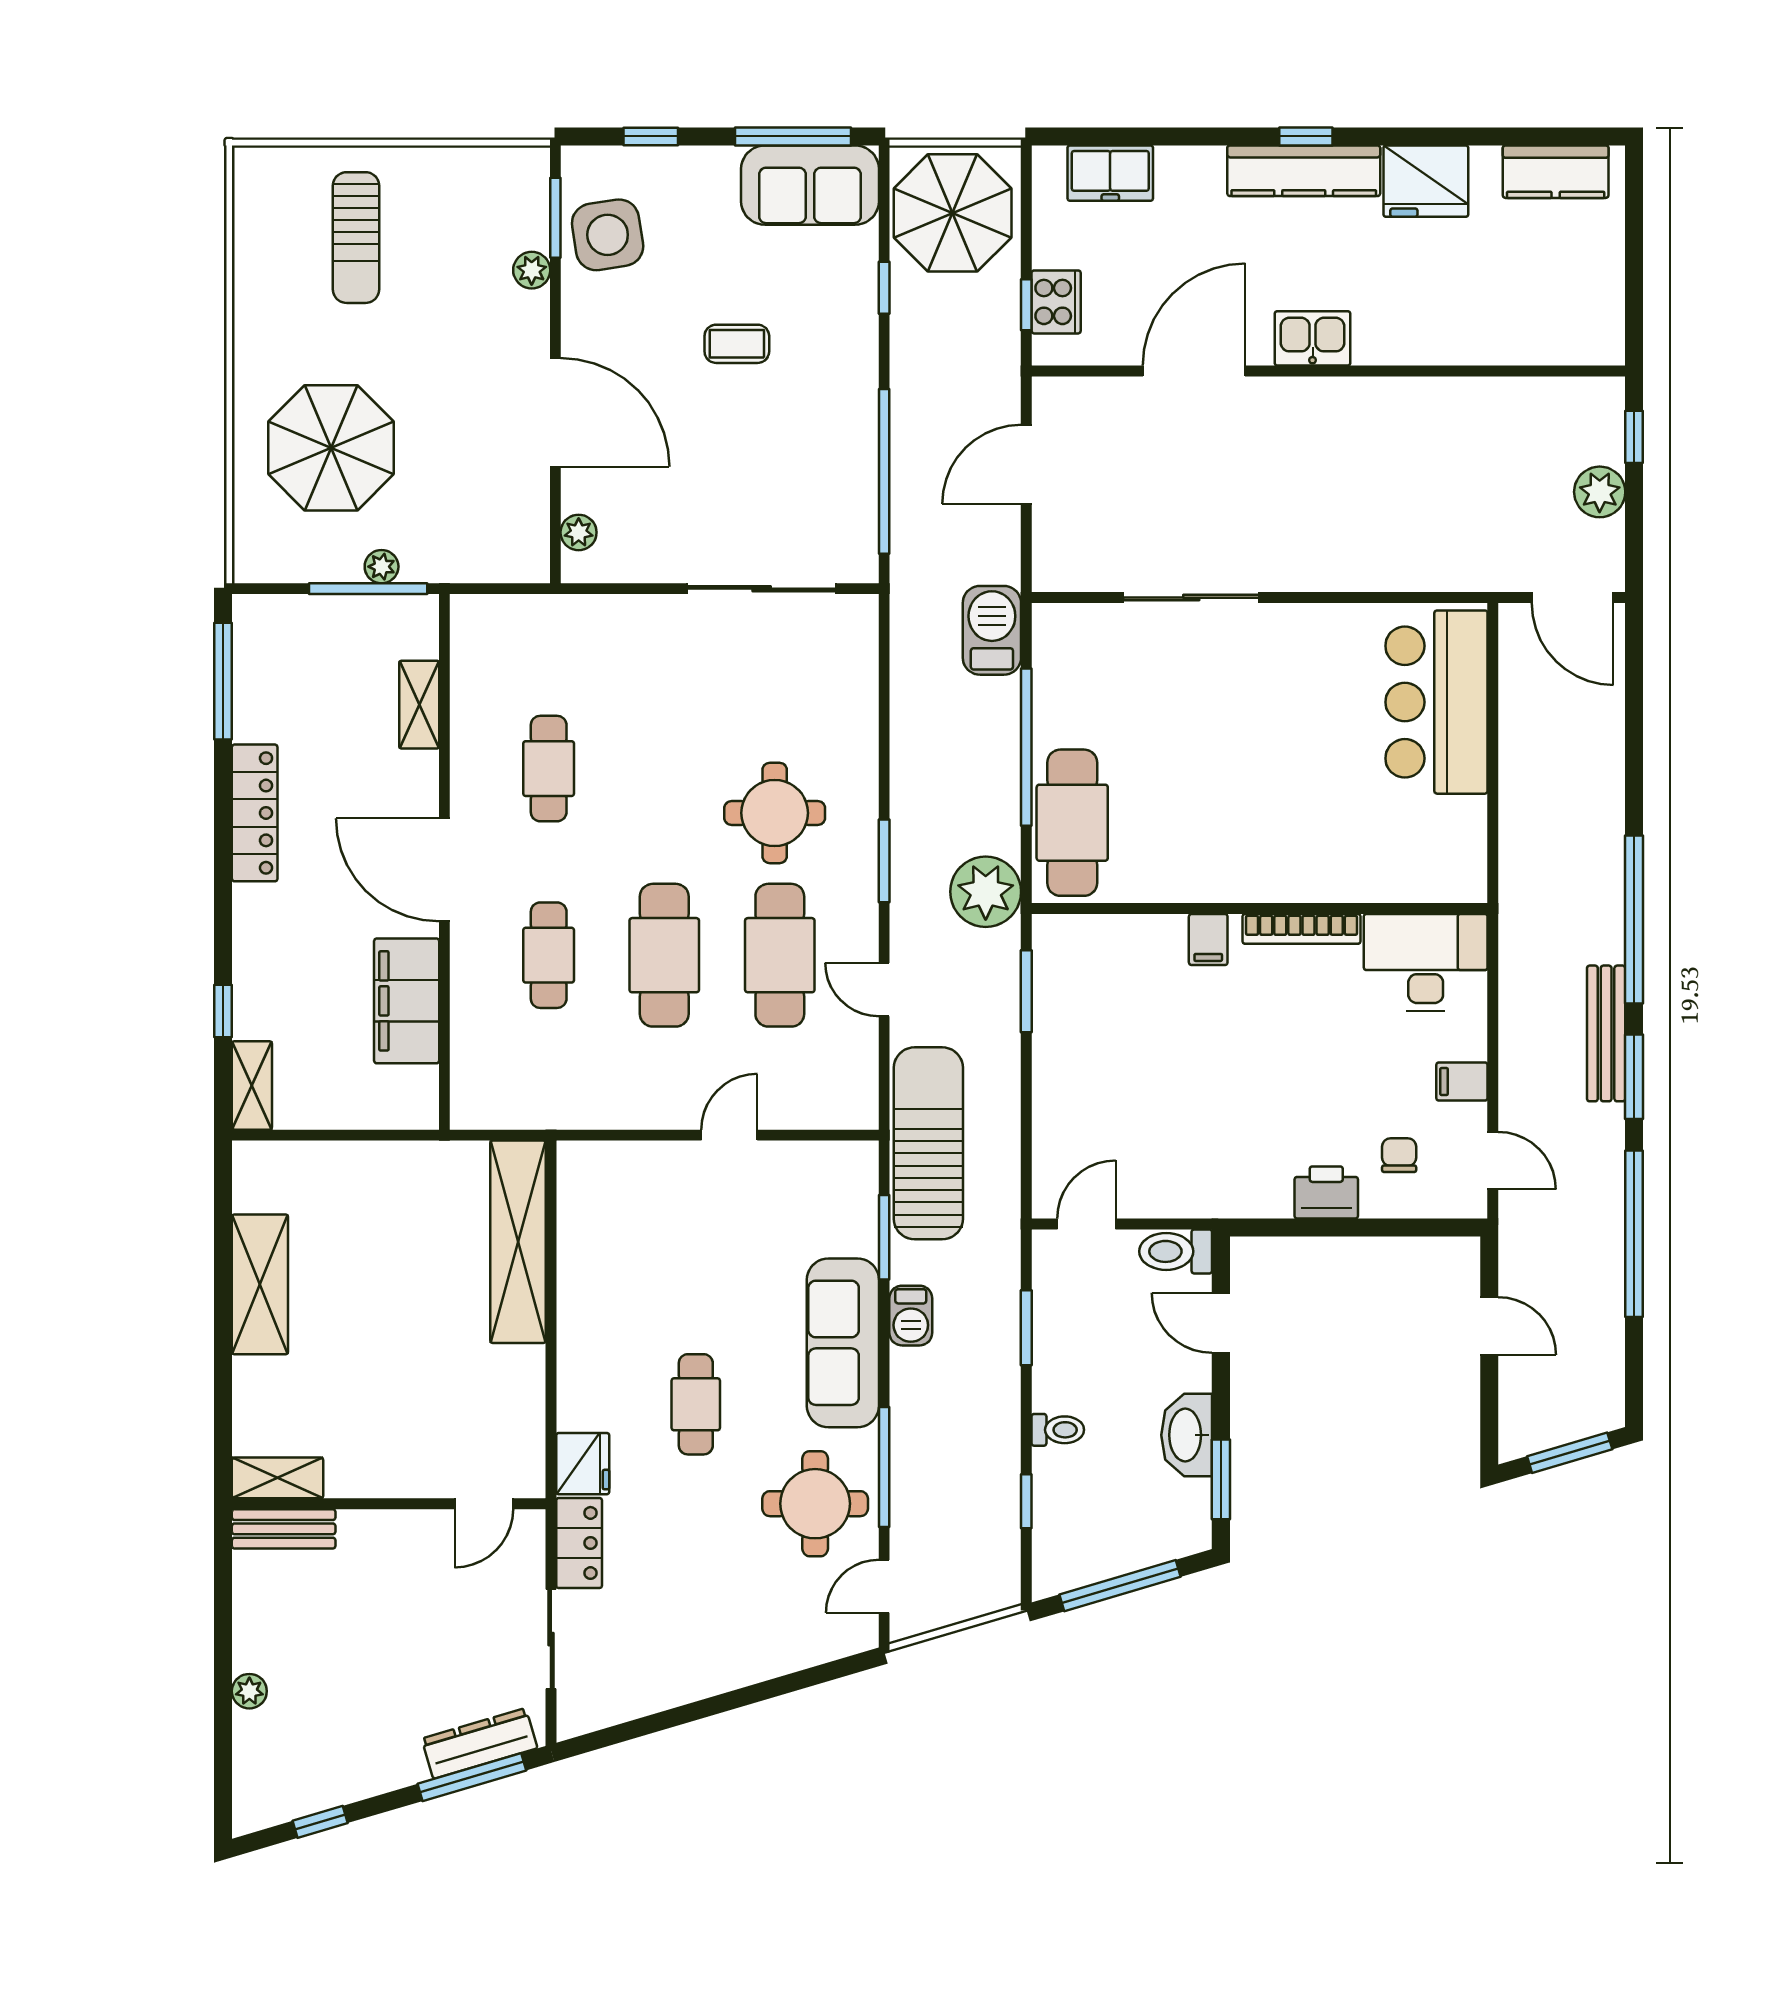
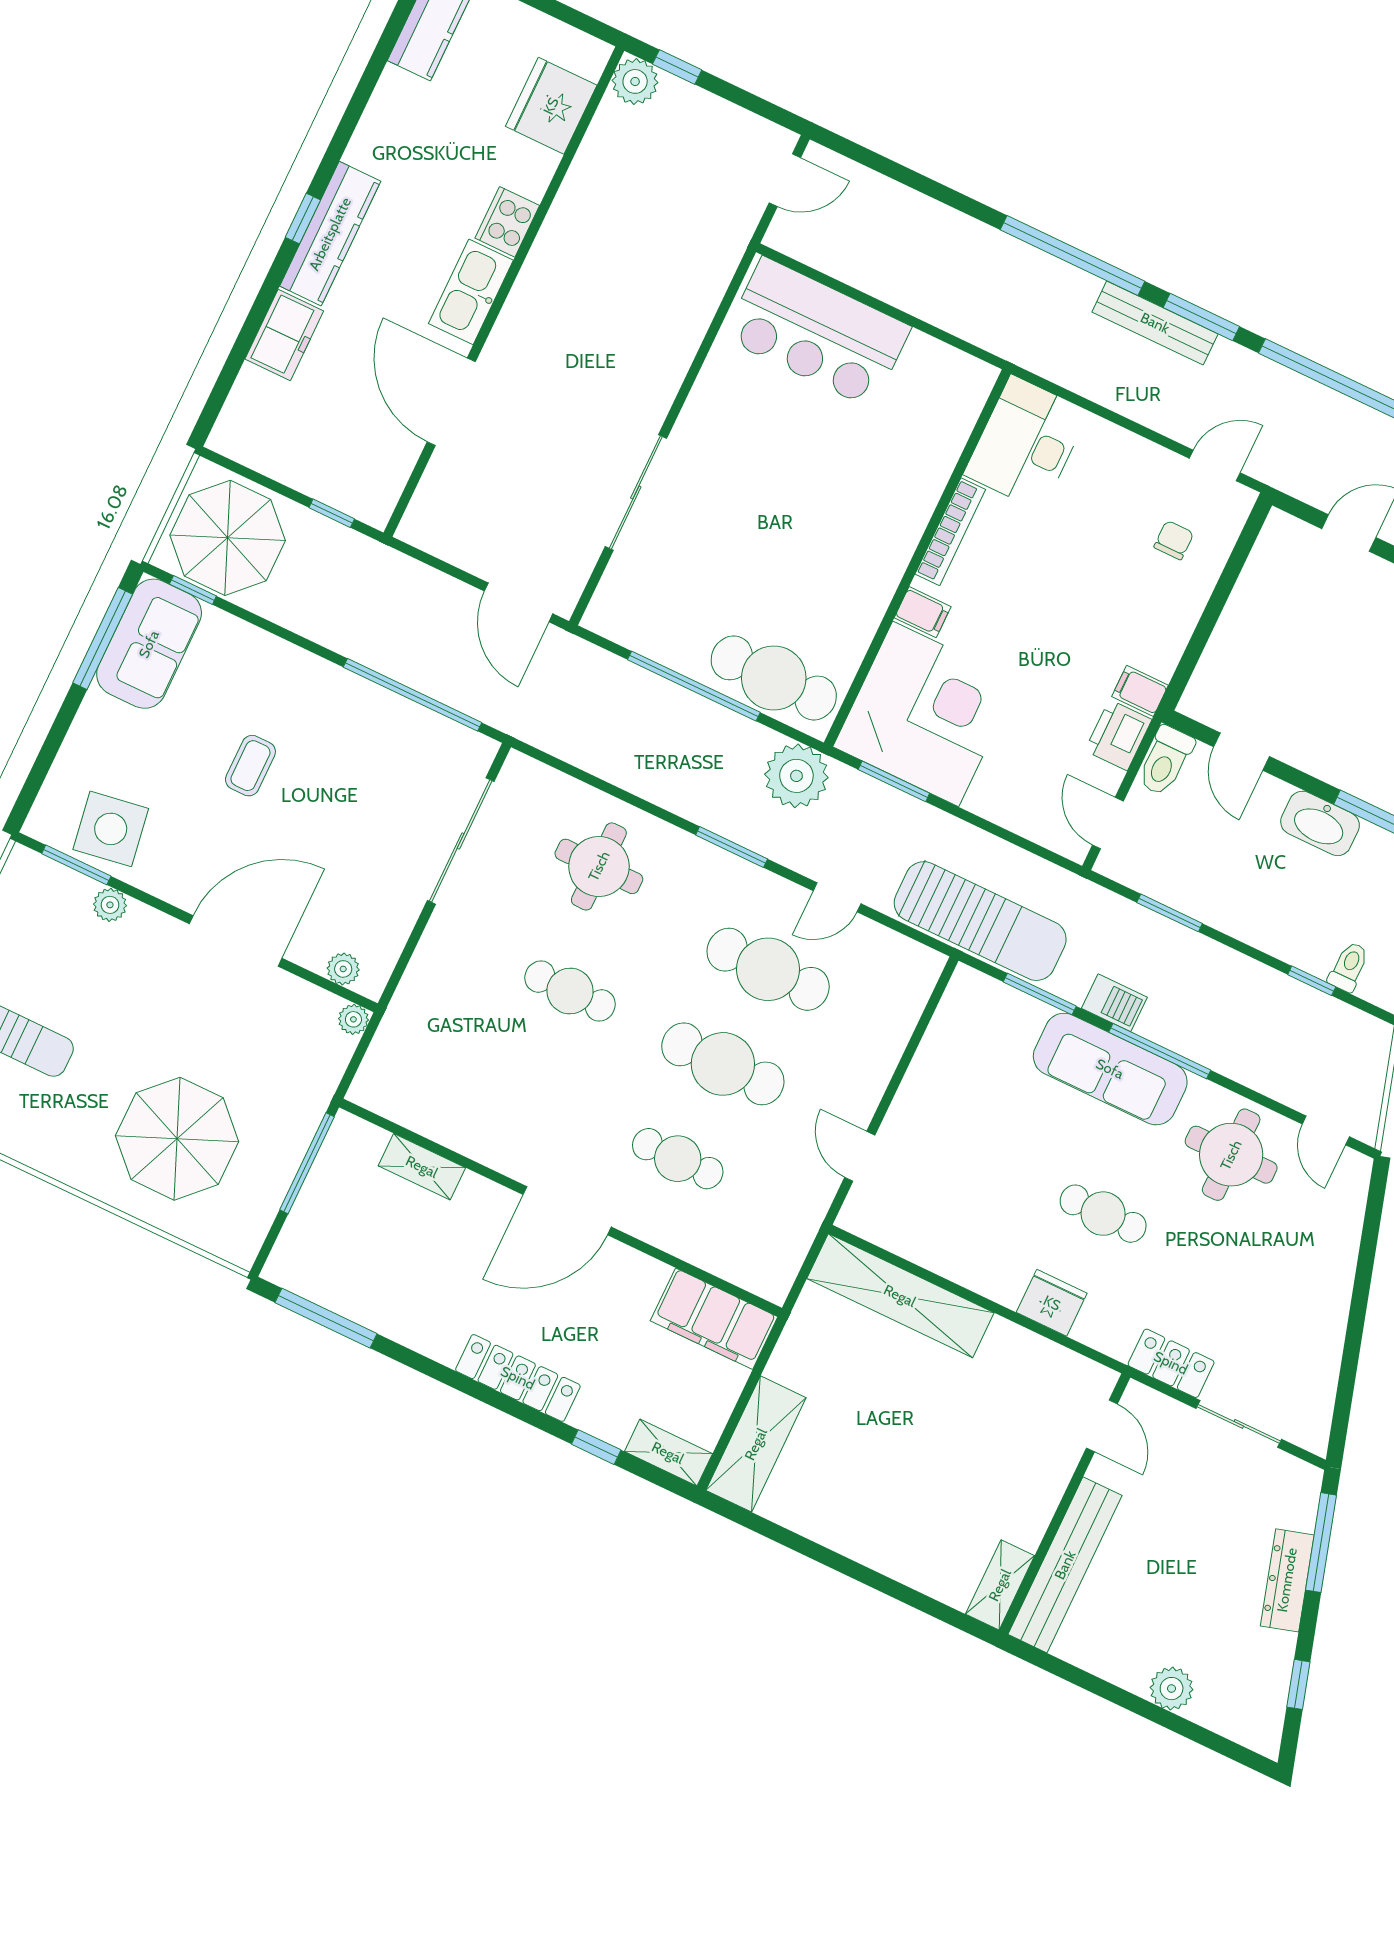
window: (651, 136) -> (47, 755), removed
freezer: (1110, 173) -> (284, 335), moved
fridge: (1426, 181) -> (551, 106), moved, turned 180
window: (884, 288) -> (193, 590), moved
cooker: (1056, 302) -> (507, 222), moved, turned -90
kitchen sink: (1313, 338) -> (471, 292), width x1.38
door: (1026, 464) -> (519, 602), moved
plant: (1600, 492) -> (635, 81), moved
plant: (382, 567) -> (353, 1019), moved
door: (1573, 598) -> (785, 180), width x0.73
barbecue: (992, 630) -> (585, 669), removed
cafe table: (549, 769) -> (570, 991), moved
locker: (255, 813) -> (518, 1378), moved
round table: (775, 813) -> (599, 866), moved
corner desk: (1109, 991) -> (926, 714), added
filing cabinet: (407, 1001) -> (714, 1319), moved
filing cabinet: (1462, 1082) -> (1140, 691), moved, turned 90
door: (729, 1135) -> (860, 1156), moved
sun lounger: (928, 1143) -> (980, 921), turned 180
chair: (1399, 1155) -> (1174, 540), turned 90
printer: (1326, 1192) -> (1118, 735), moved
shelving: (260, 1284) -> (756, 1444), moved, turned 90
door: (1221, 1323) -> (1242, 752), hinge flipped
toilet: (1058, 1430) -> (1349, 967), moved
fridge: (583, 1464) -> (1052, 1303), moved
window: (884, 1467) -> (1160, 1051), moved
bench: (284, 1529) -> (1065, 1565), width x1.86, depth x1.21
plant: (249, 1691) -> (1172, 1689), width x1.38, depth x1.38
dresser: (479, 1743) -> (1287, 1580), moved

